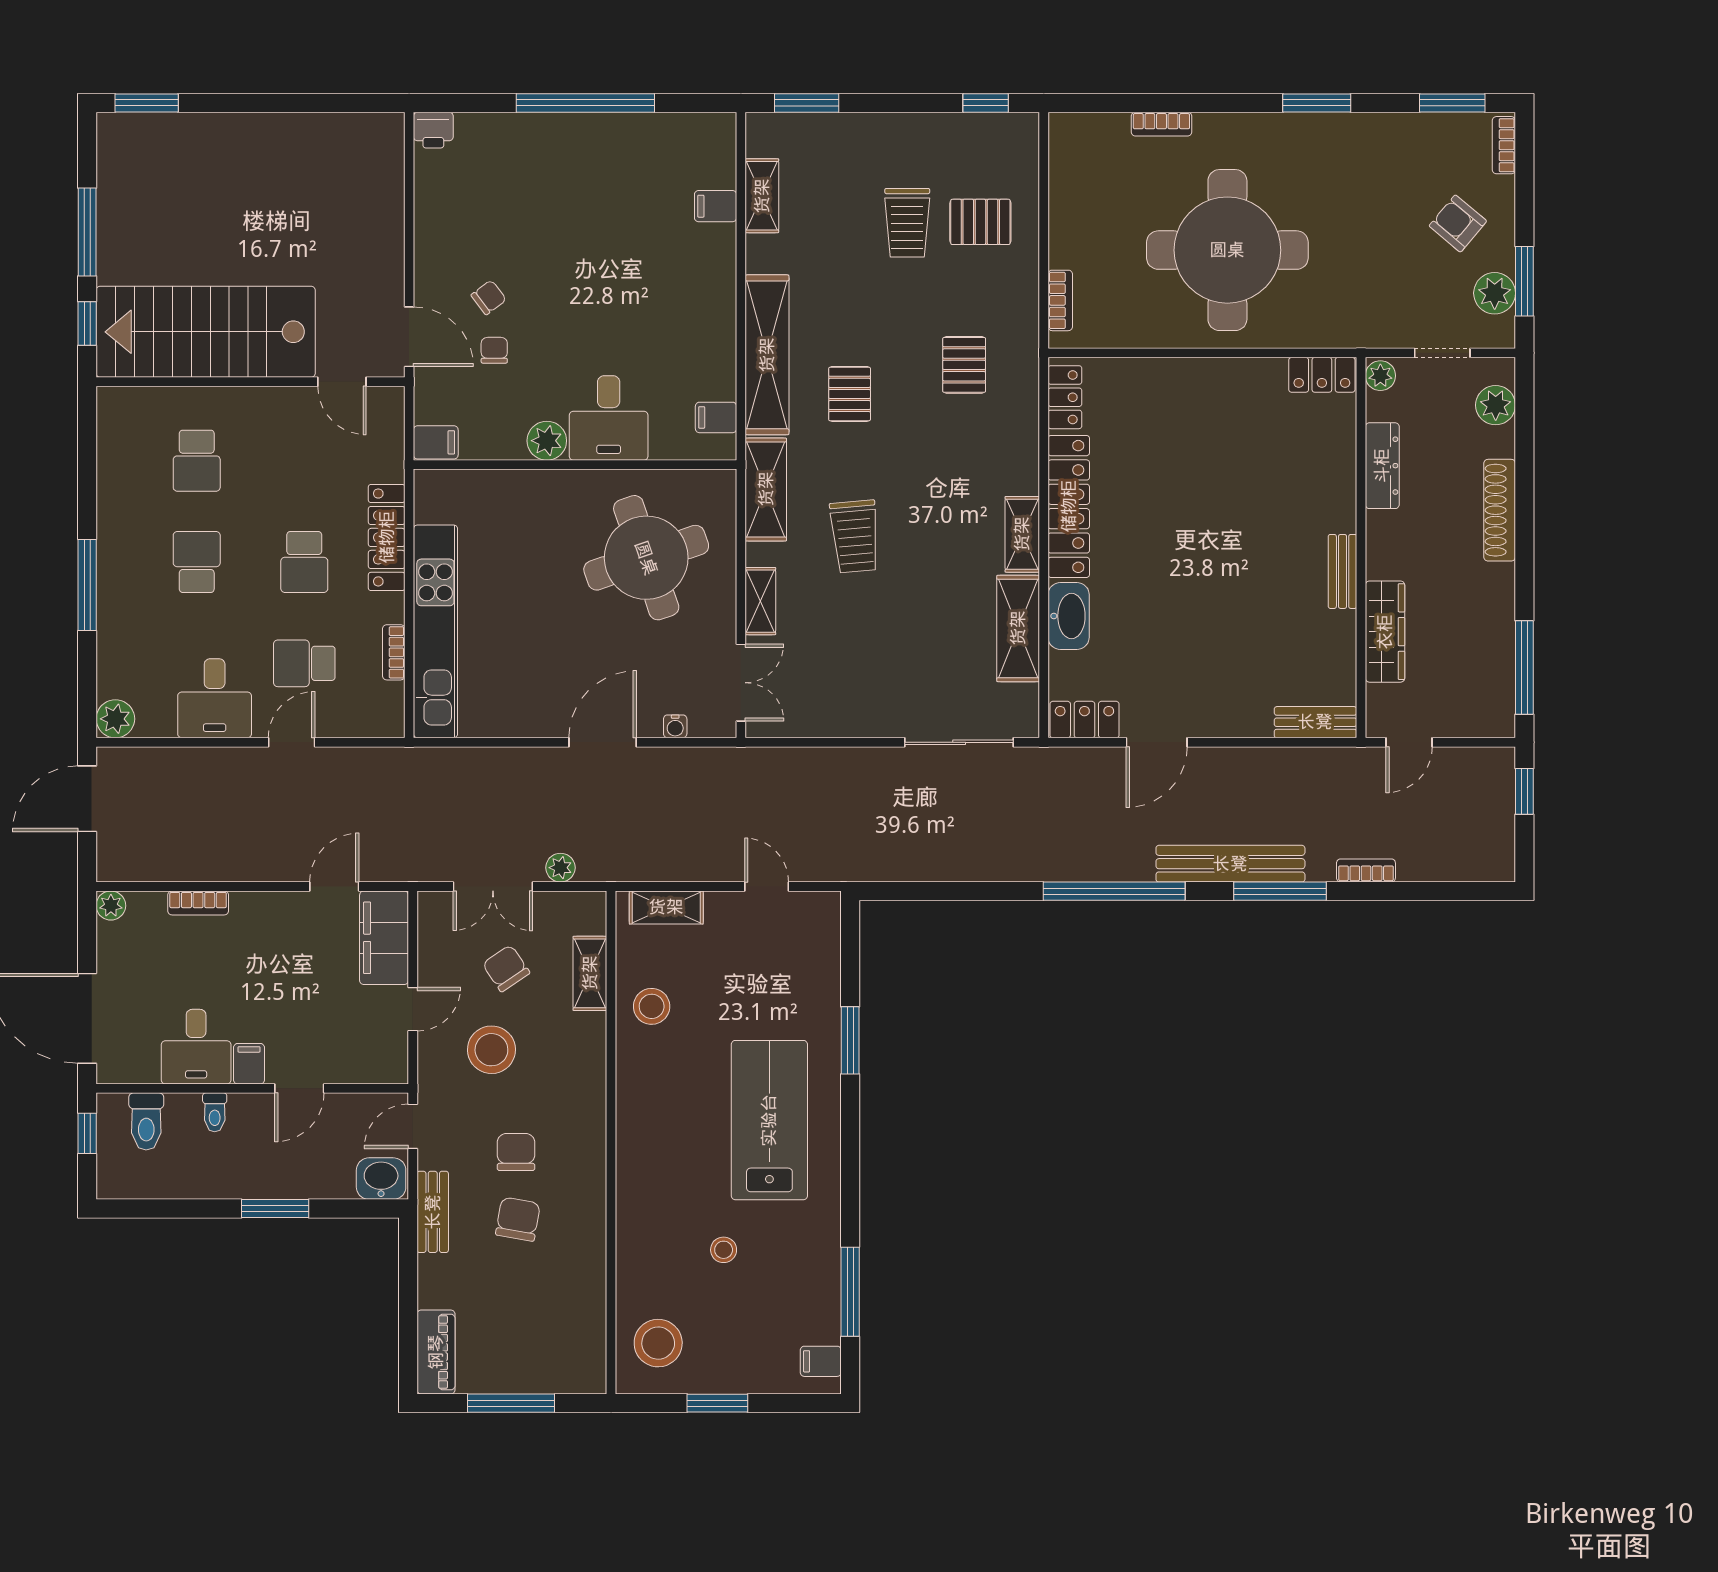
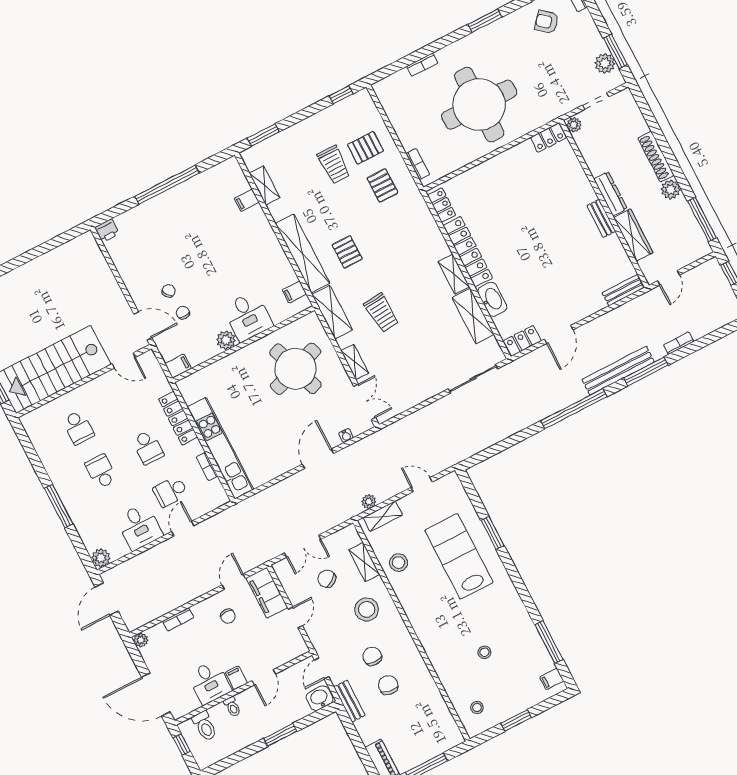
armchair: (1458, 223) -> (547, 22), moved
pallet: (964, 365) -> (382, 185), moved
plant: (1496, 405) -> (671, 190), moved
dresser: (1382, 466) -> (610, 194), moved
plant: (560, 868) -> (369, 502), moved
chair: (292, 944) -> (228, 616), added
stool: (491, 1050) -> (367, 609), moved
lab bench: (769, 1120) -> (459, 556), moved
stool: (658, 1343) -> (477, 708), width x0.53, depth x0.53

